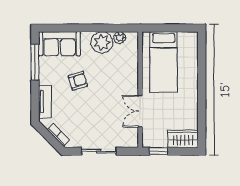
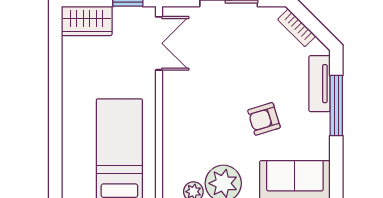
window: (35, 62) -> (336, 106), moved
double door: (140, 111) -> (159, 43), moved

